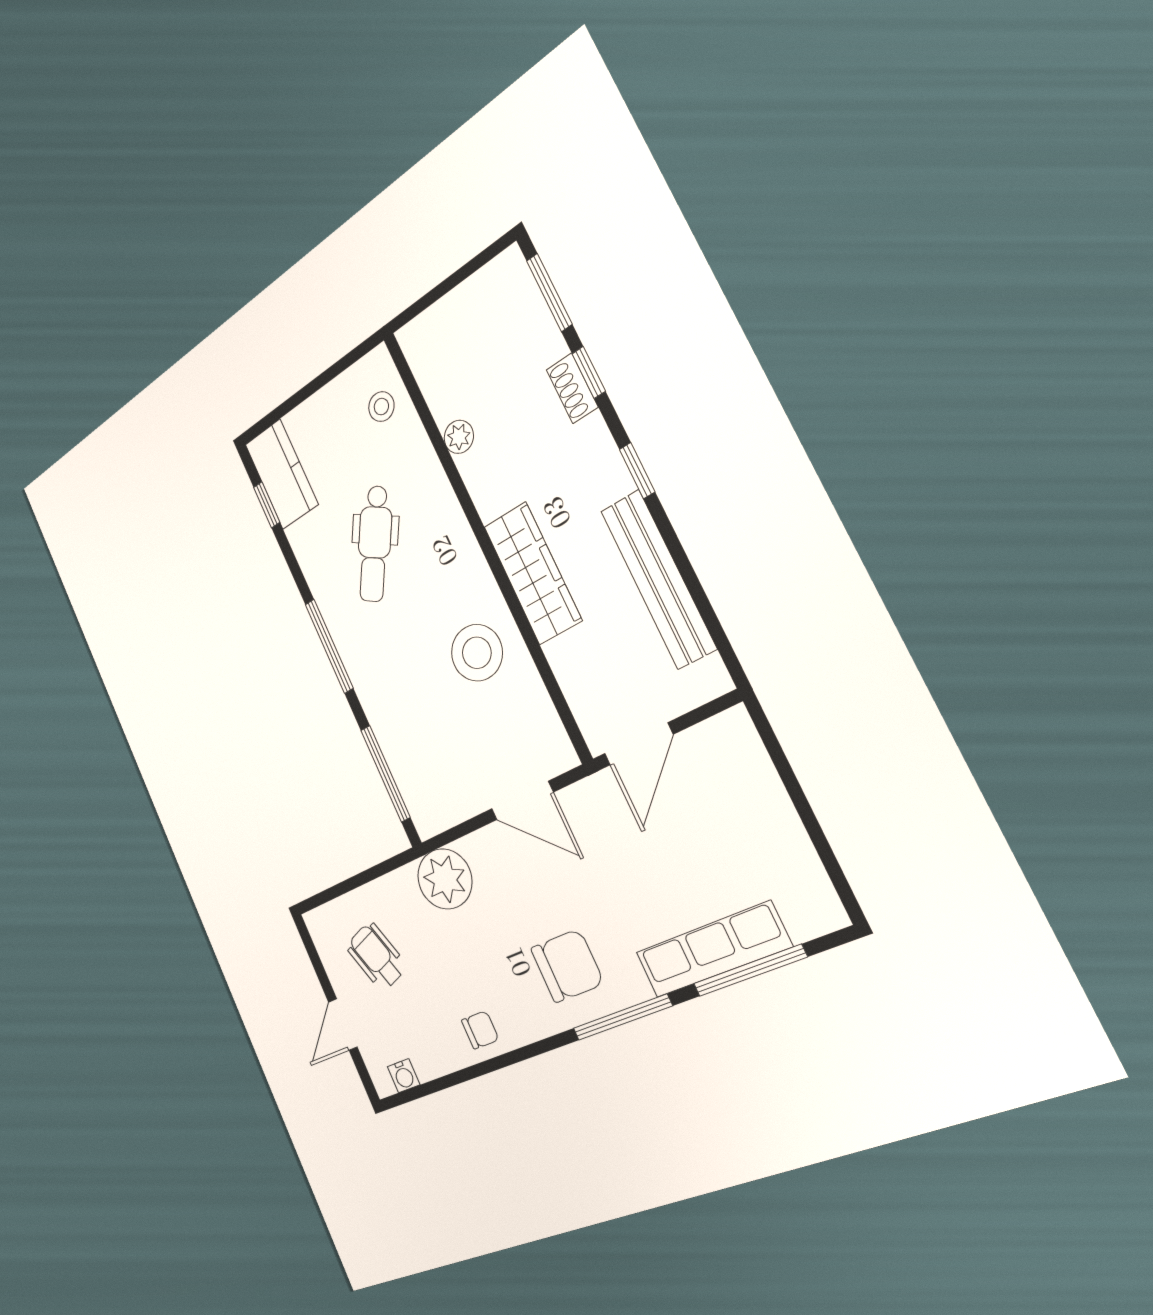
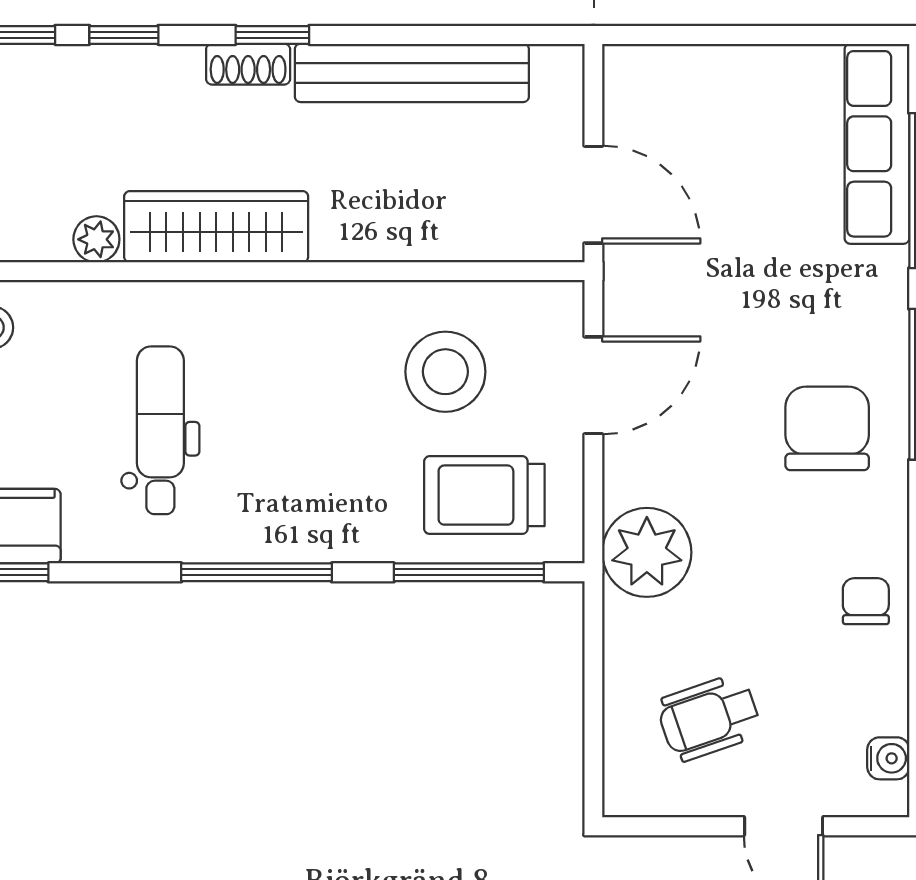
shoe rack: (572, 388) -> (248, 64), moved
dental chair: (374, 544) -> (160, 430), turned -122
wardrobe: (533, 573) -> (216, 227), moved
stool: (477, 653) -> (445, 372), moved
trolley: (430, 762) -> (484, 495), added
row of seats: (713, 950) -> (877, 144), moved

